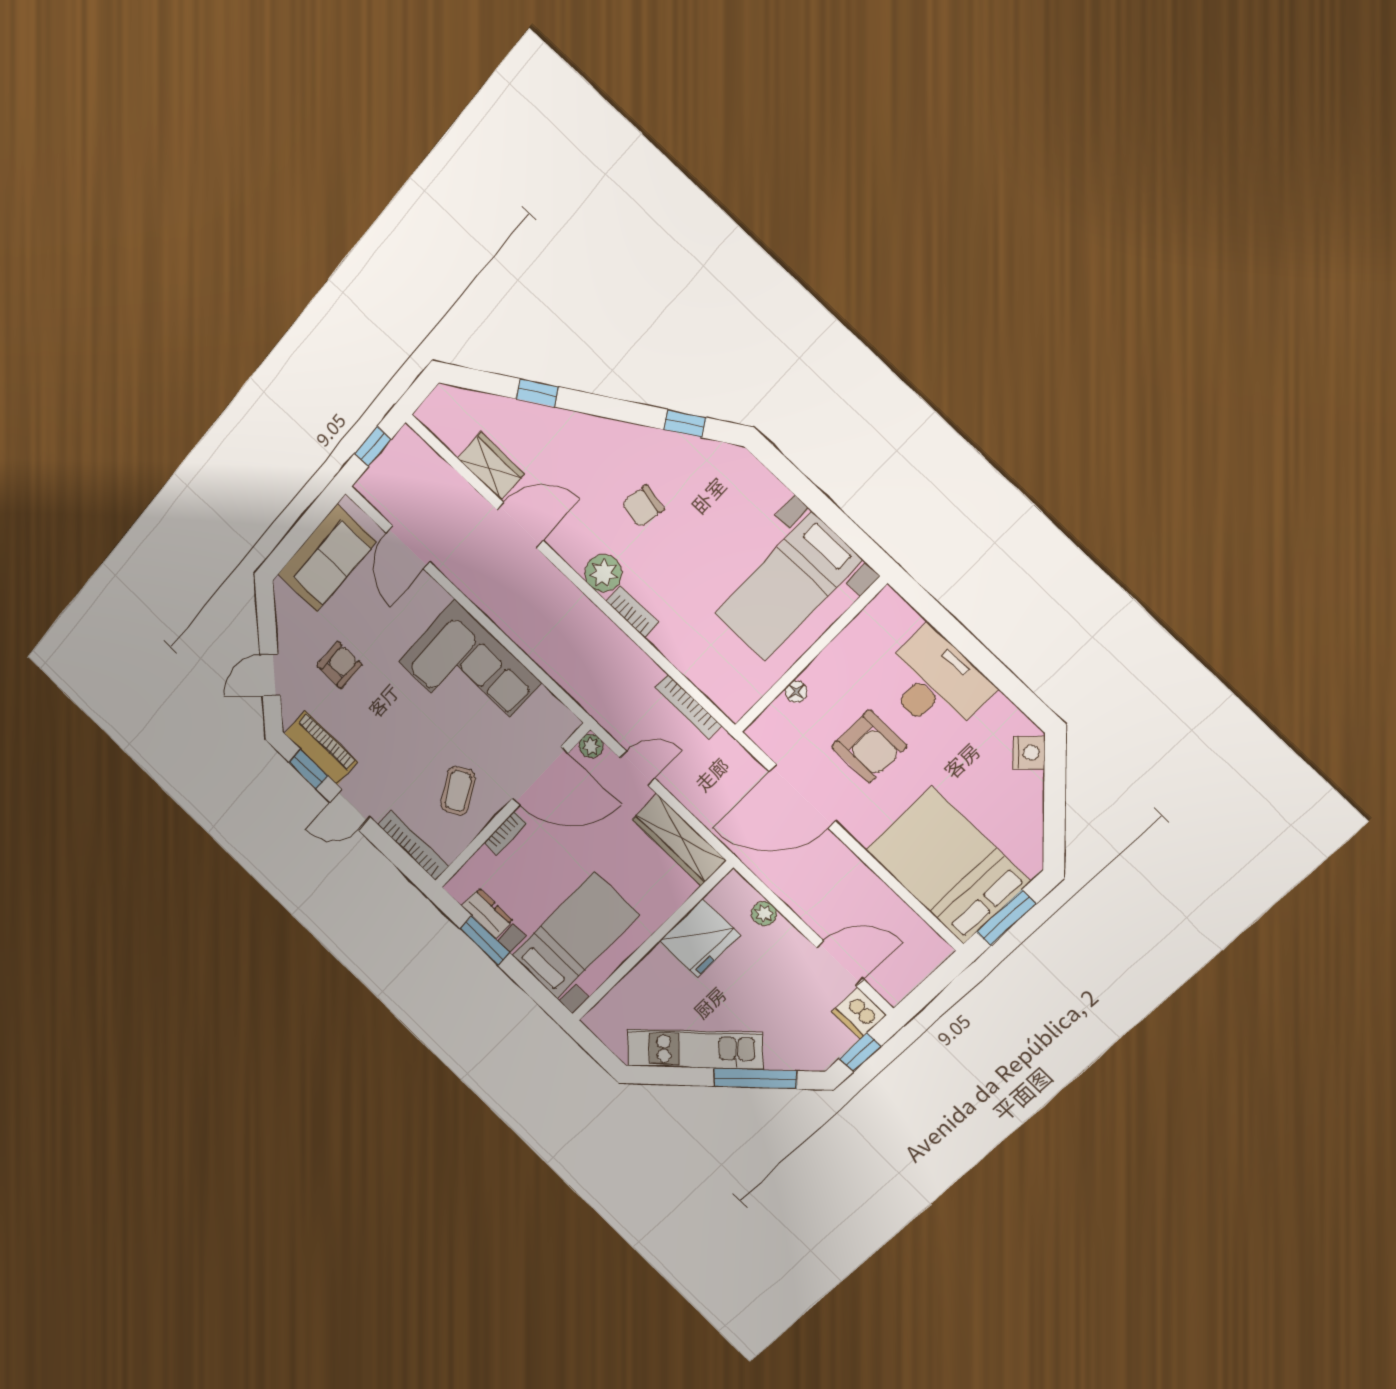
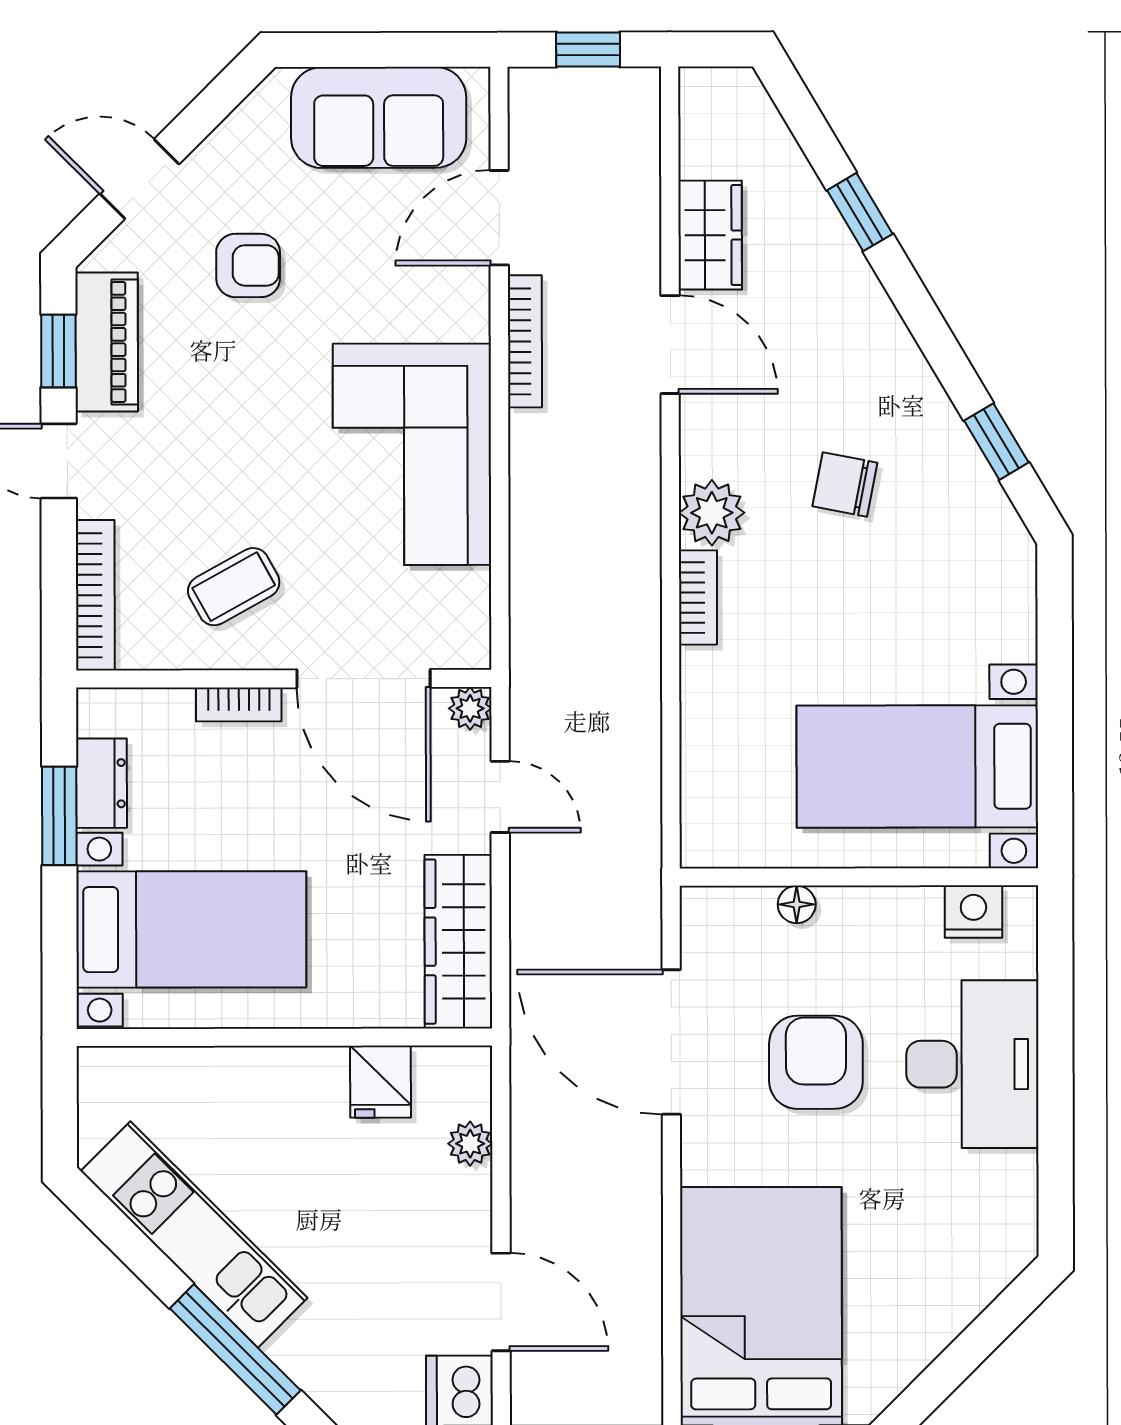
bookcase: (688, 706) -> (525, 341), moved, turned 180
armchair: (869, 746) -> (816, 1062), turned 180
nightstand: (1029, 753) -> (973, 912), moved, turned -135
fridge: (700, 938) -> (380, 1082), width x0.53, depth x0.75

